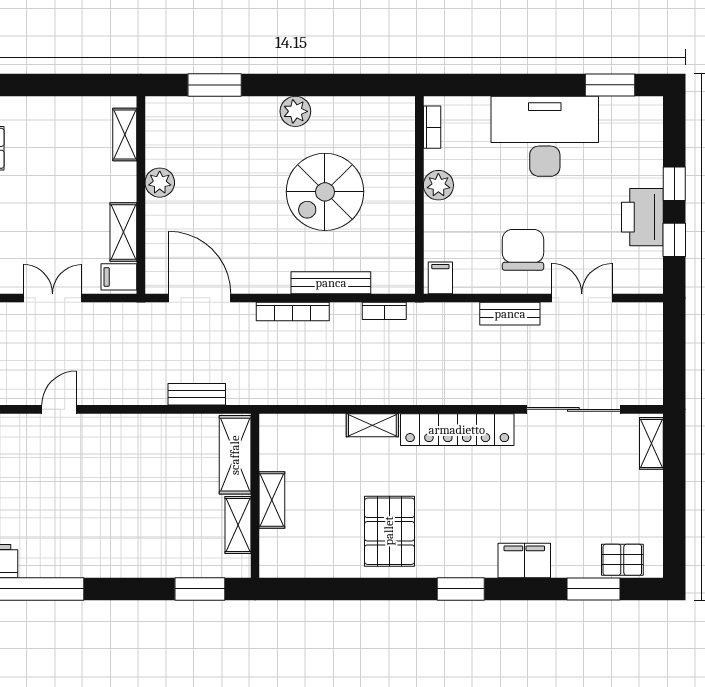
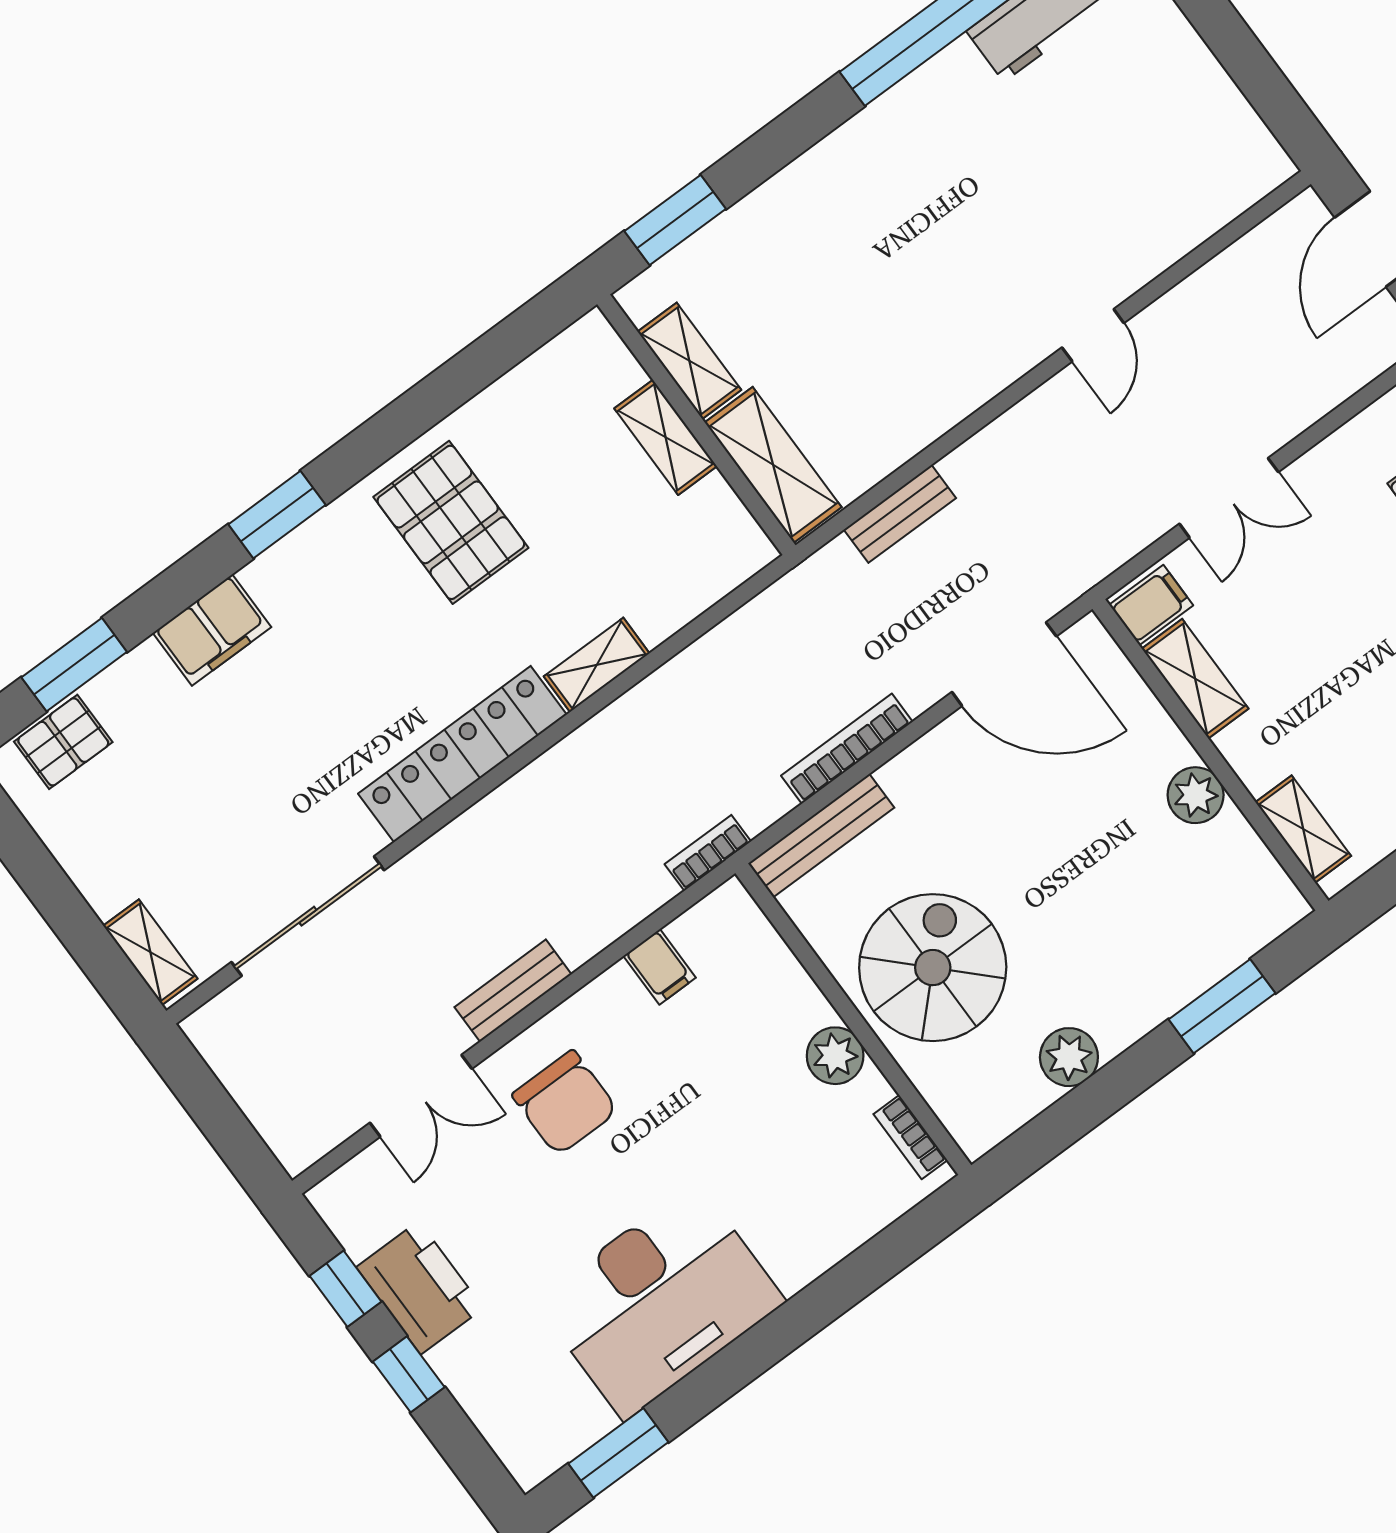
bookcase: (432, 127) -> (910, 1137), moved
plant: (438, 185) -> (835, 1056), moved
wall: (419, 195) -> (853, 1019), moved

